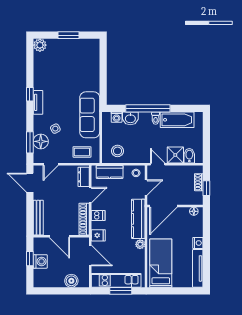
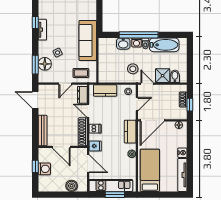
washing machine: (117, 117) -> (137, 43), moved
stool: (118, 151) -> (133, 69), moved
door: (51, 164) -> (65, 84), moved
door: (90, 195) -> (88, 111), swing flipped
kitchen counter: (138, 219) -> (130, 132), width x0.67

